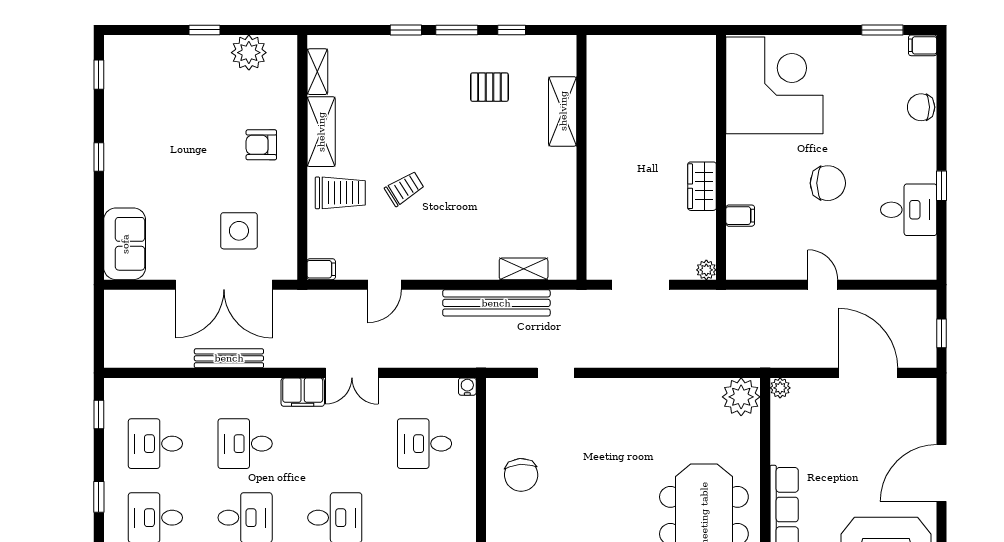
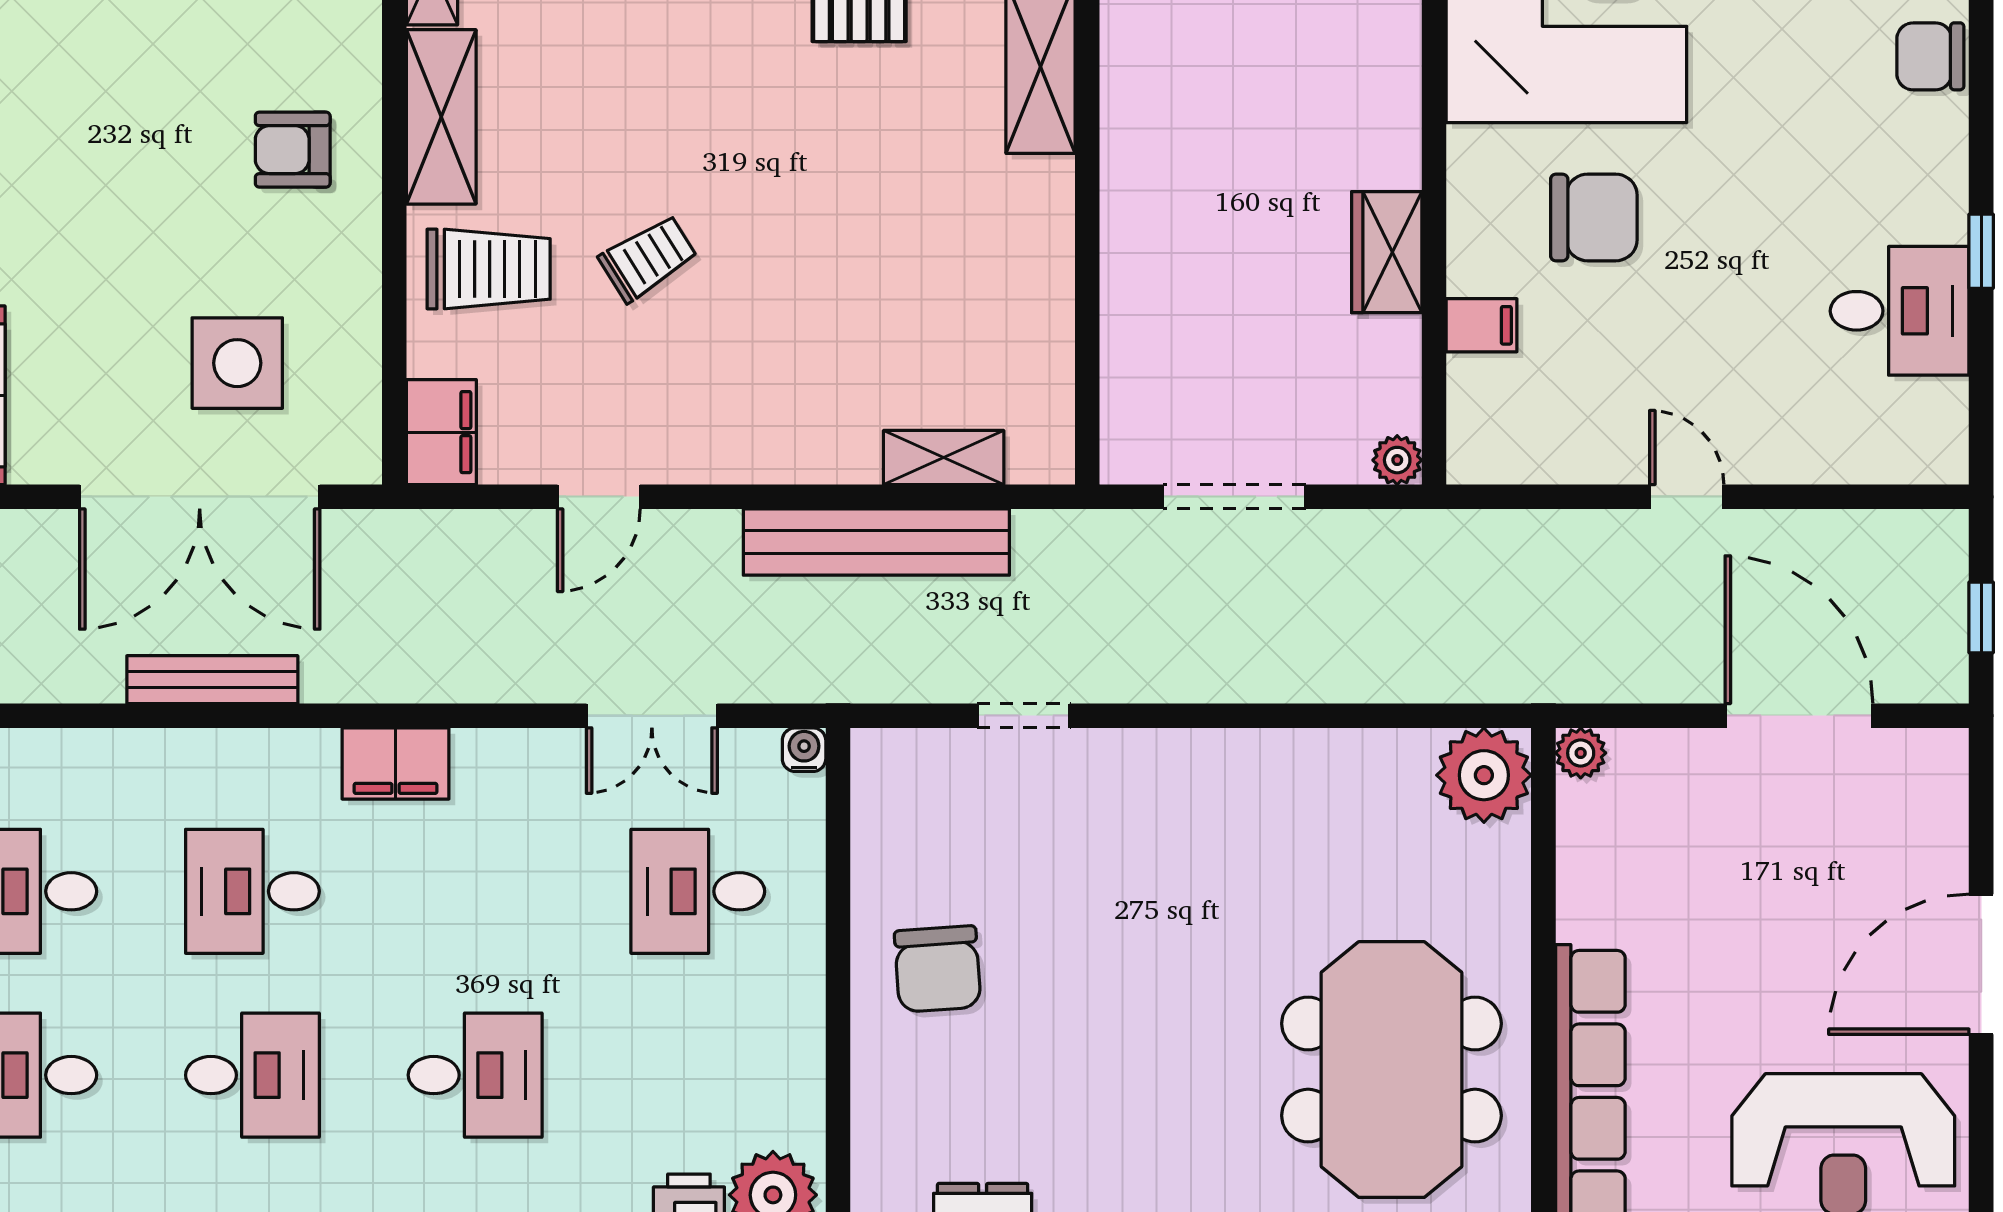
chair: (828, 183) -> (1594, 217), moved
filing cabinet: (321, 269) -> (441, 432), width x2.00
double door: (352, 373) -> (652, 716), moved

